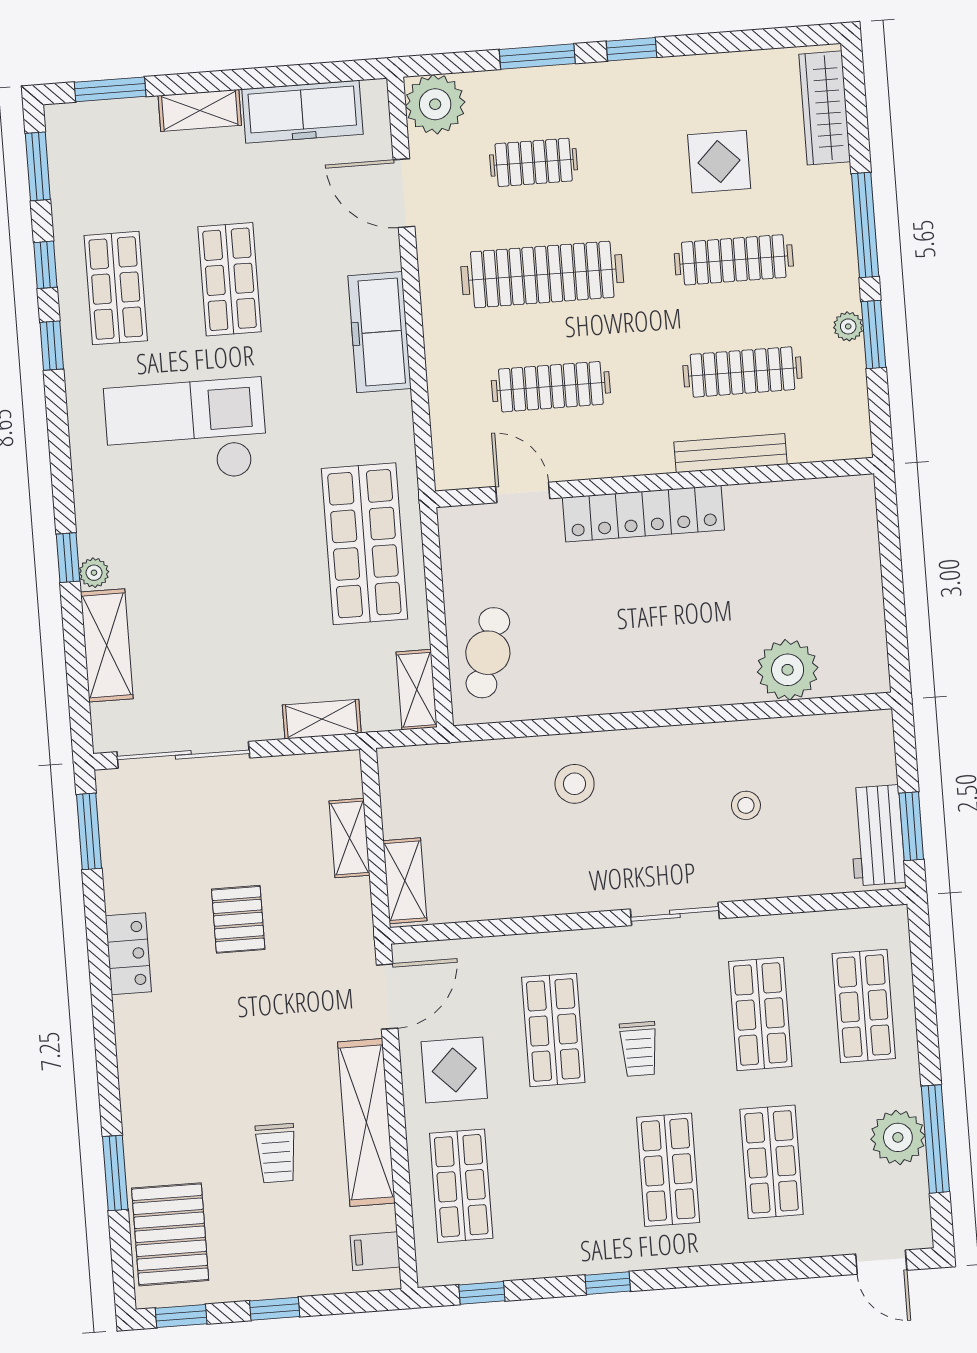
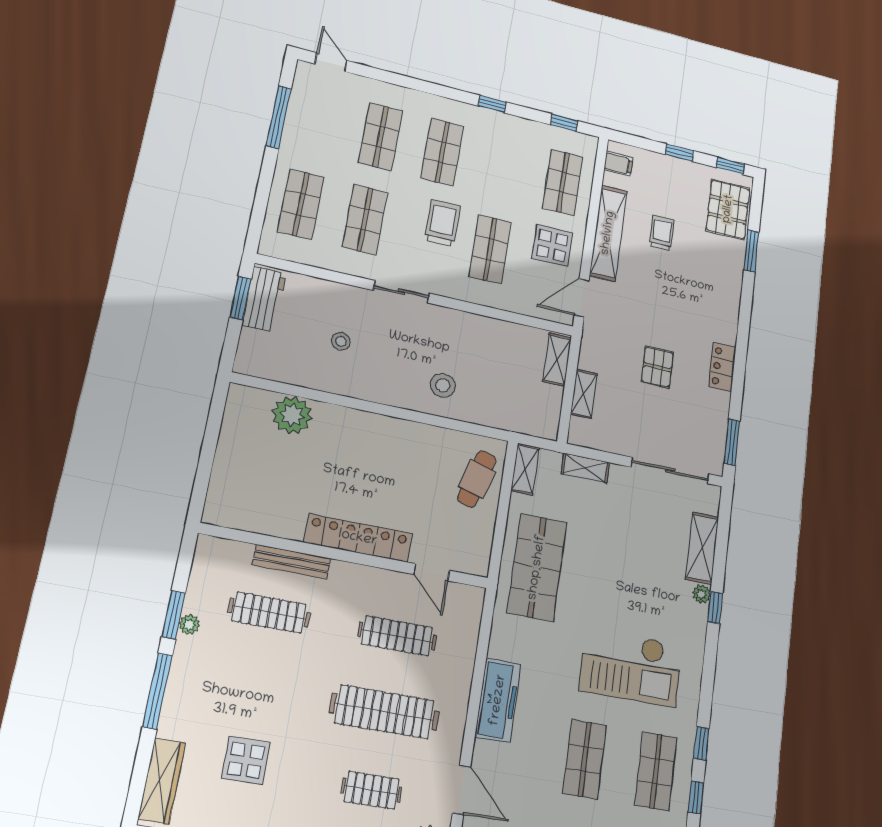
clothes rail: (734, 260) -> (254, 690), removed
trolley: (639, 1049) -> (442, 223), width x1.36, depth x1.39
plant: (898, 1137) -> (301, 125), removed

